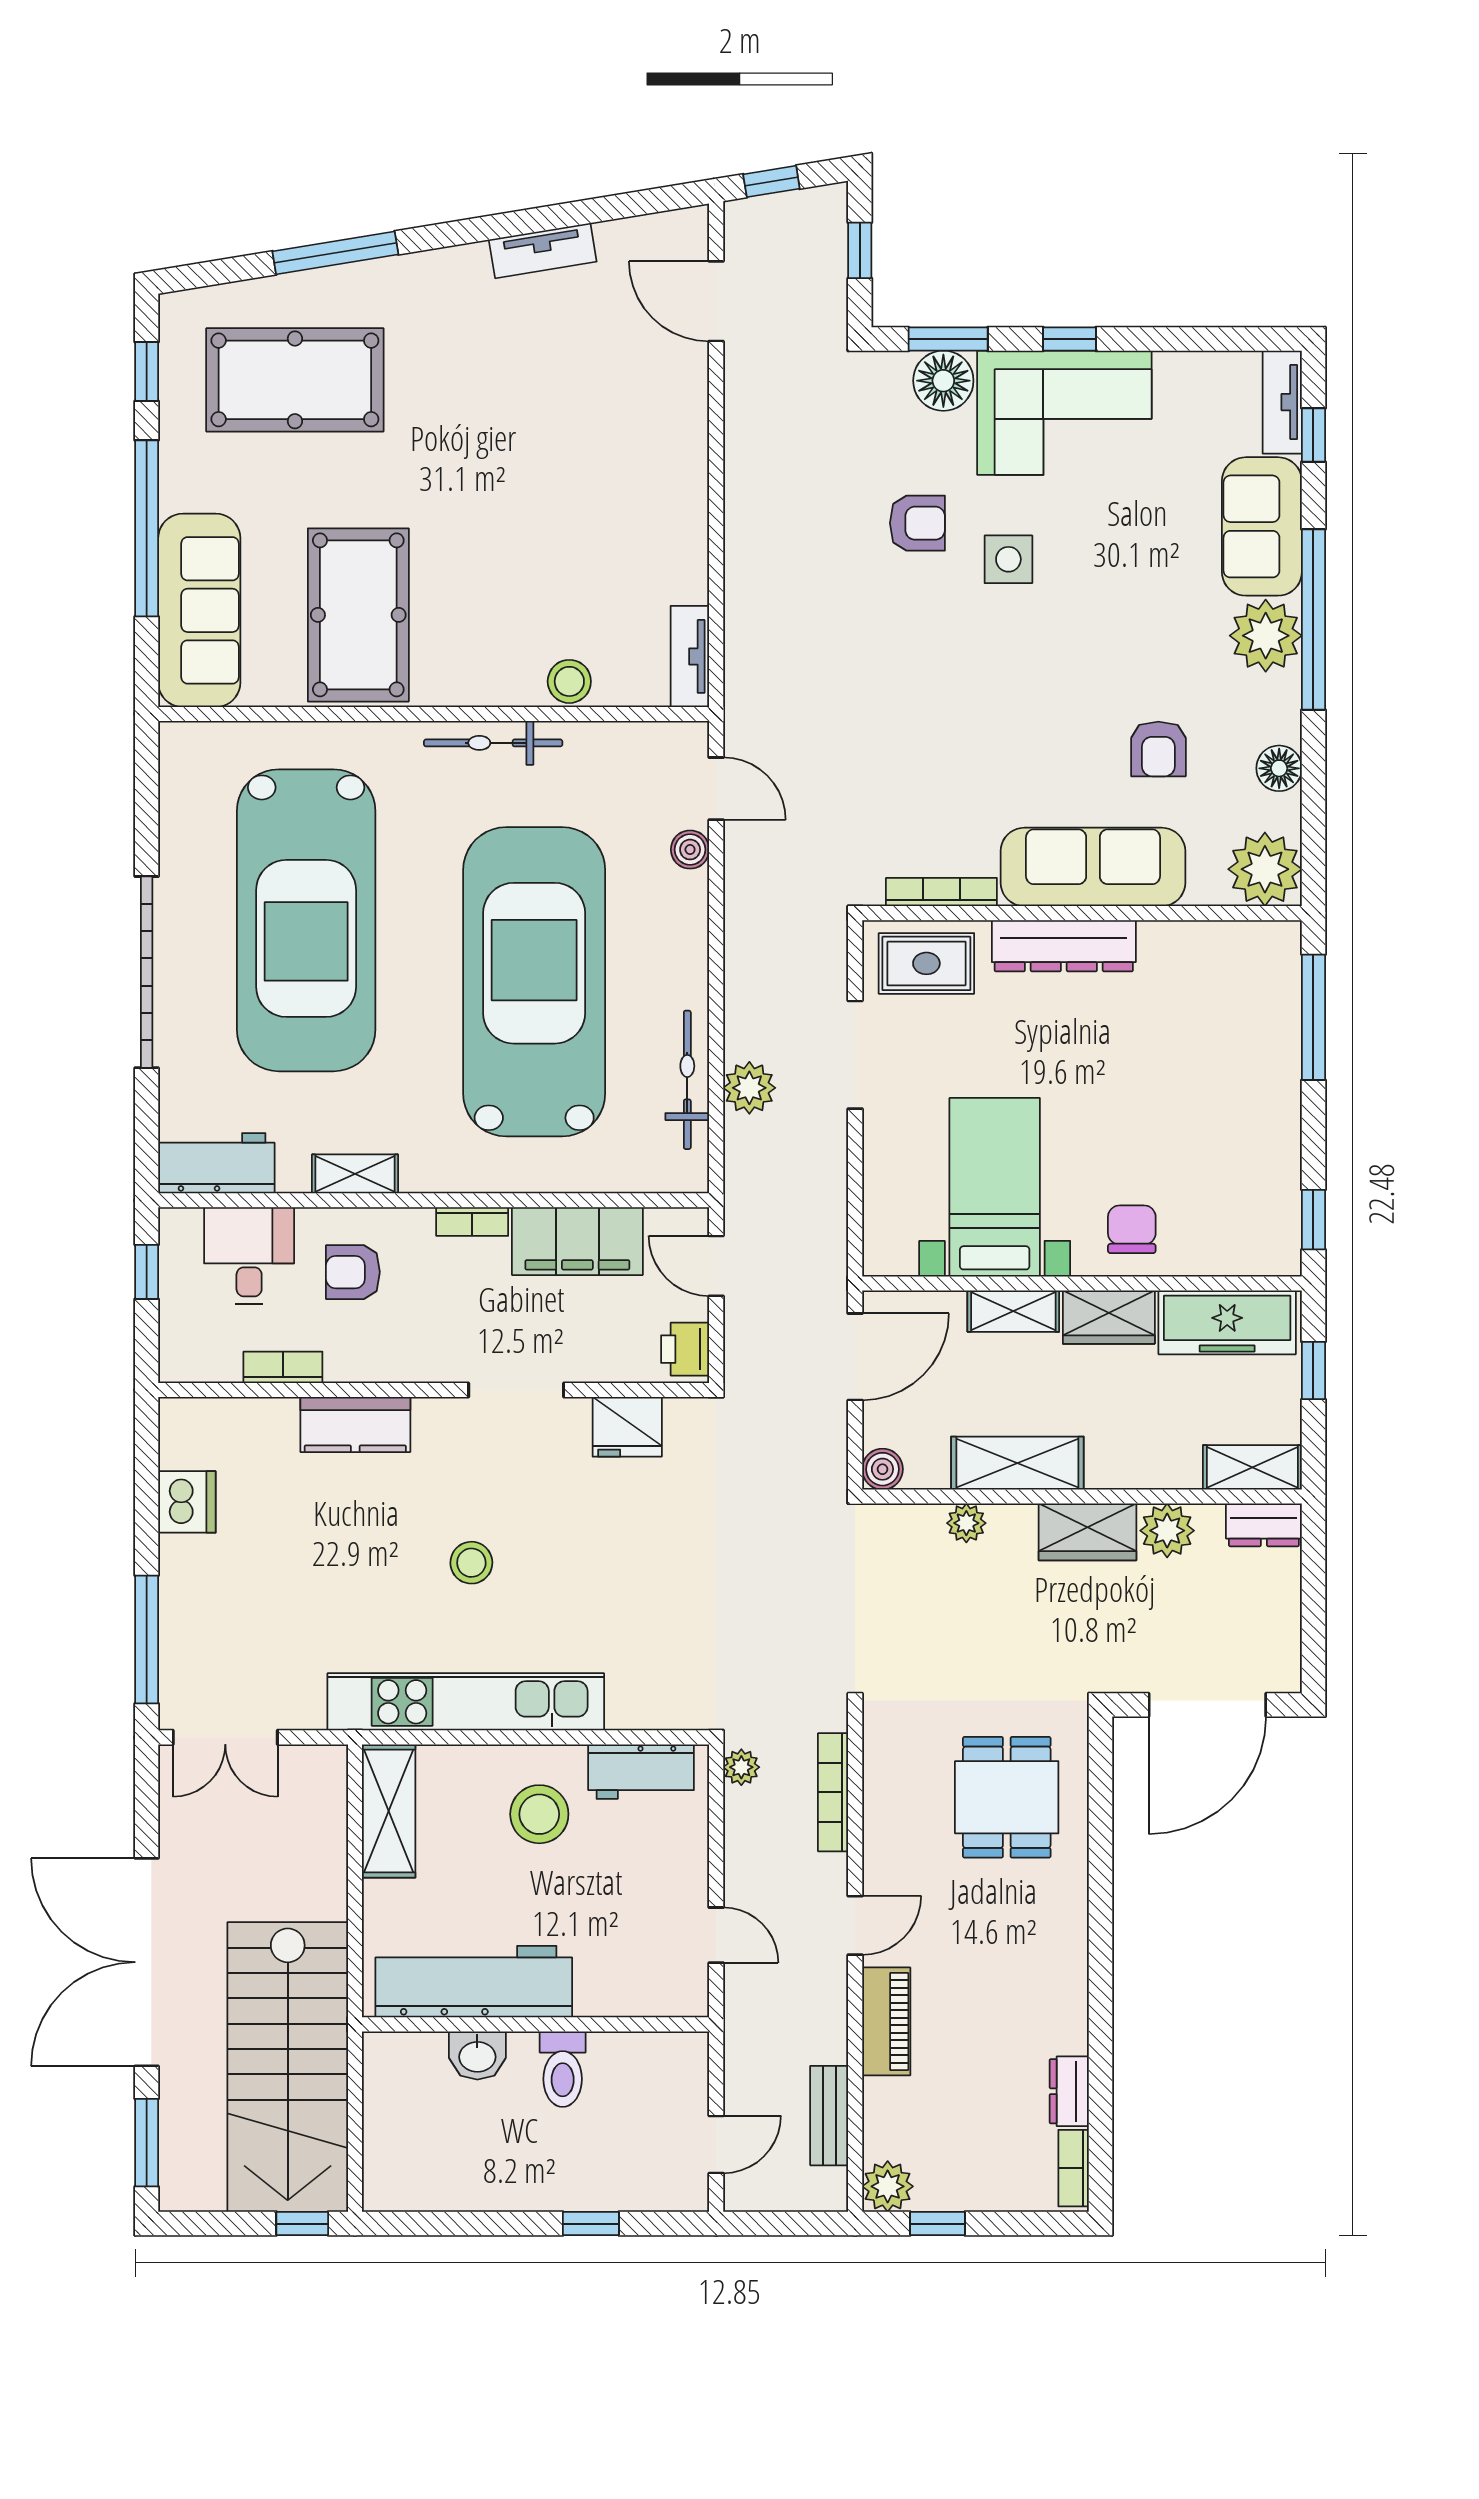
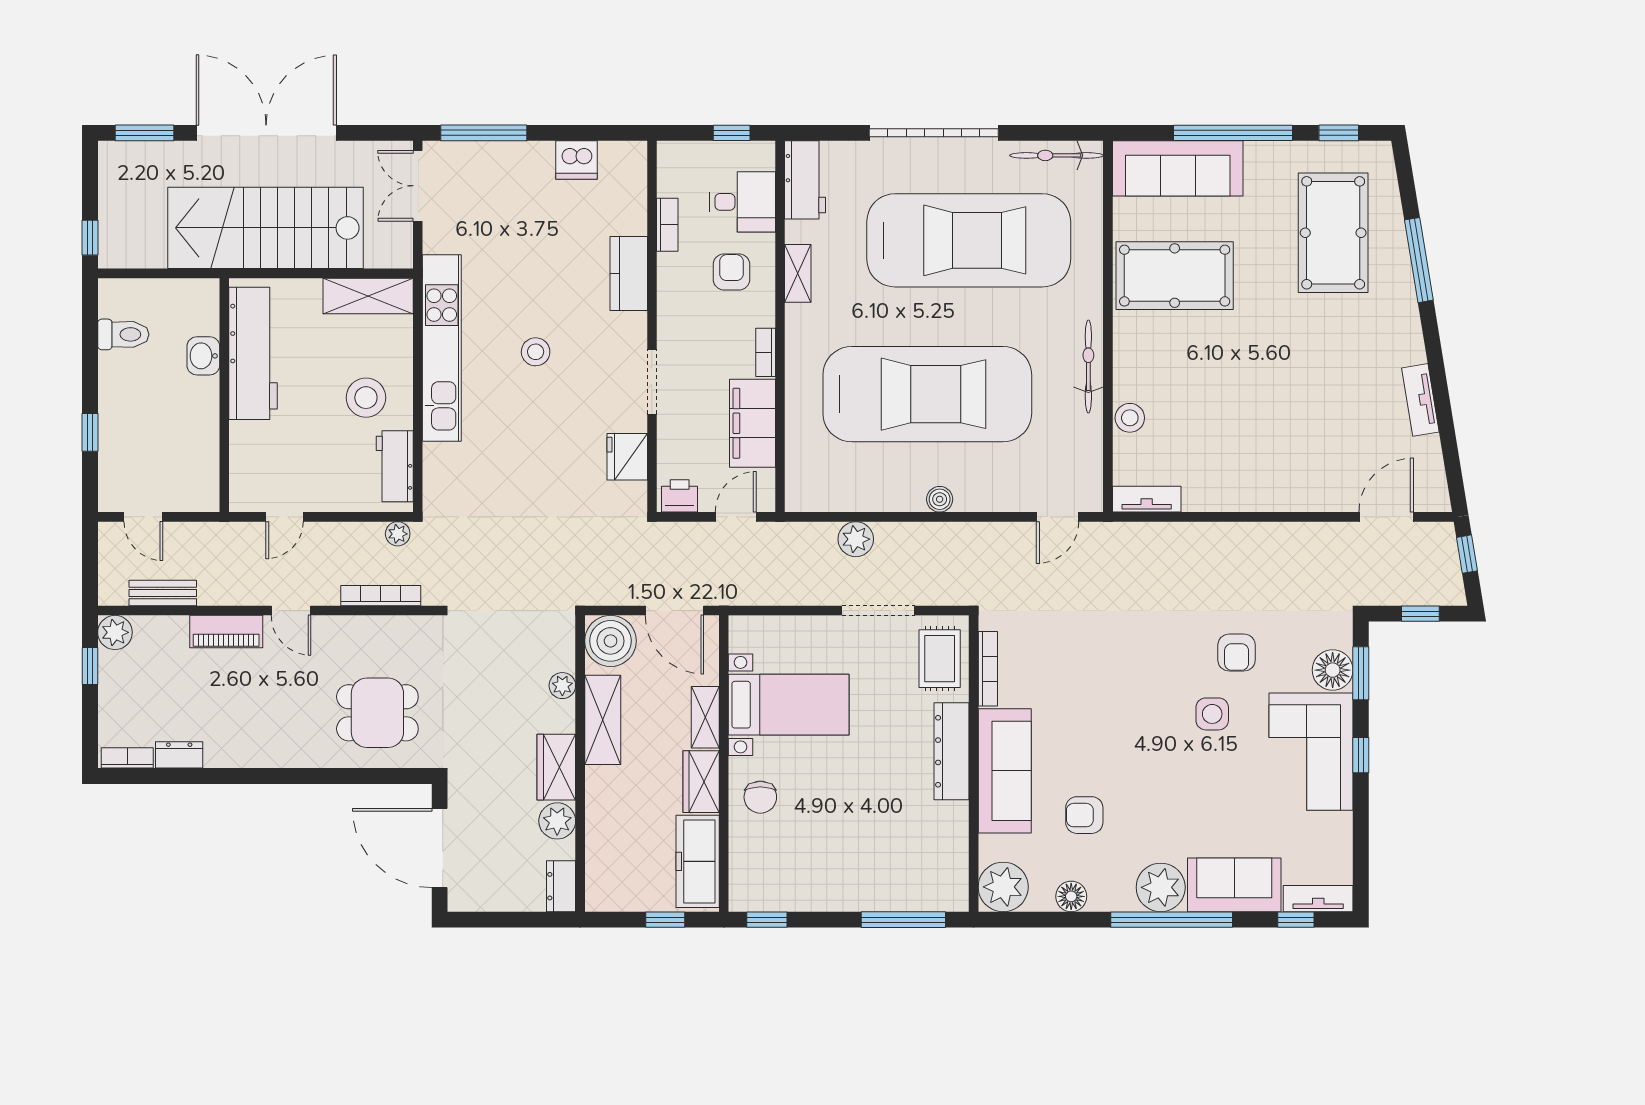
boiler: (690, 850) -> (940, 499), moved
car: (306, 920) -> (969, 240), turned 180
bicycle: (687, 1080) -> (1056, 155), moved, turned 180
chair: (1132, 1229) -> (760, 797), turned 90
shelving: (1252, 1467) -> (600, 878), removed
boiler: (882, 1469) -> (611, 641), width x1.86, depth x1.86
stairs: (288, 2067) -> (265, 228), moved
toilet: (563, 2069) -> (123, 334), moved, turned 180

